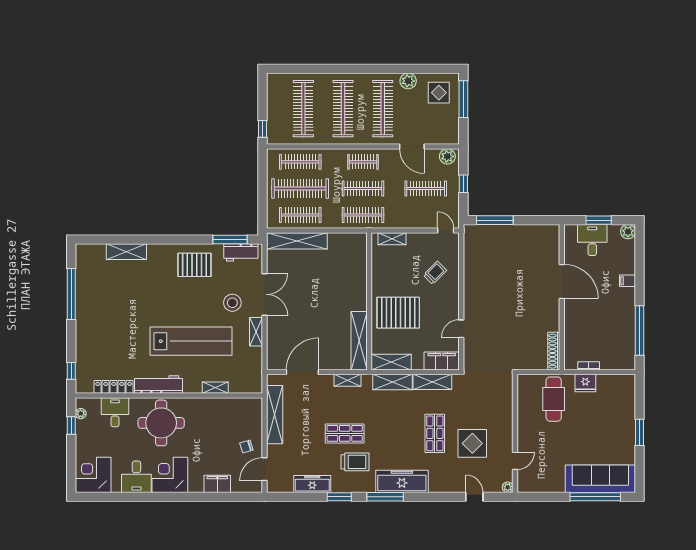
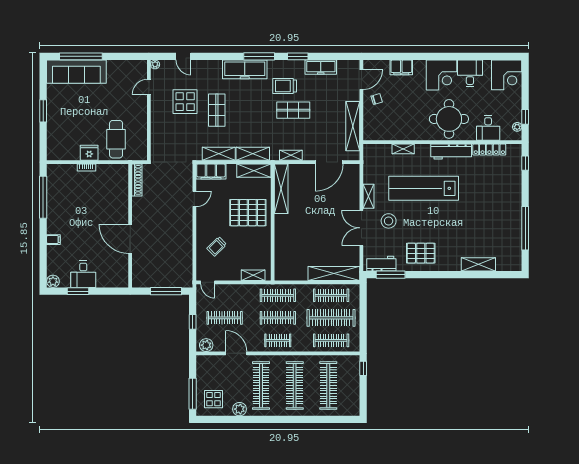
door: (562, 282) -> (130, 239), moved
wall: (562, 297) -> (130, 226), moved
shoe rack: (554, 351) -> (137, 180), moved

